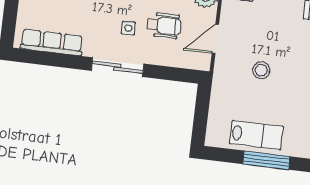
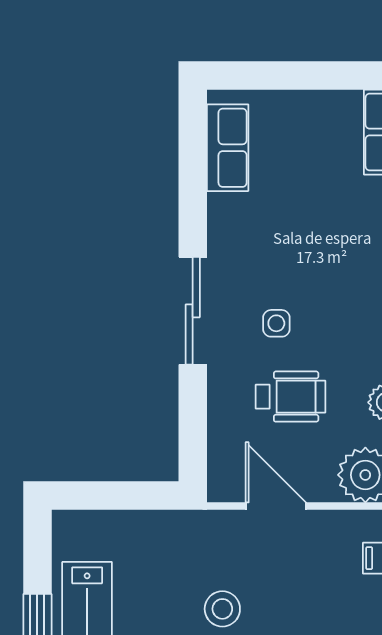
wheelchair: (164, 26) -> (290, 397), turned -90
row of seats: (52, 42) -> (228, 148), width x0.68

